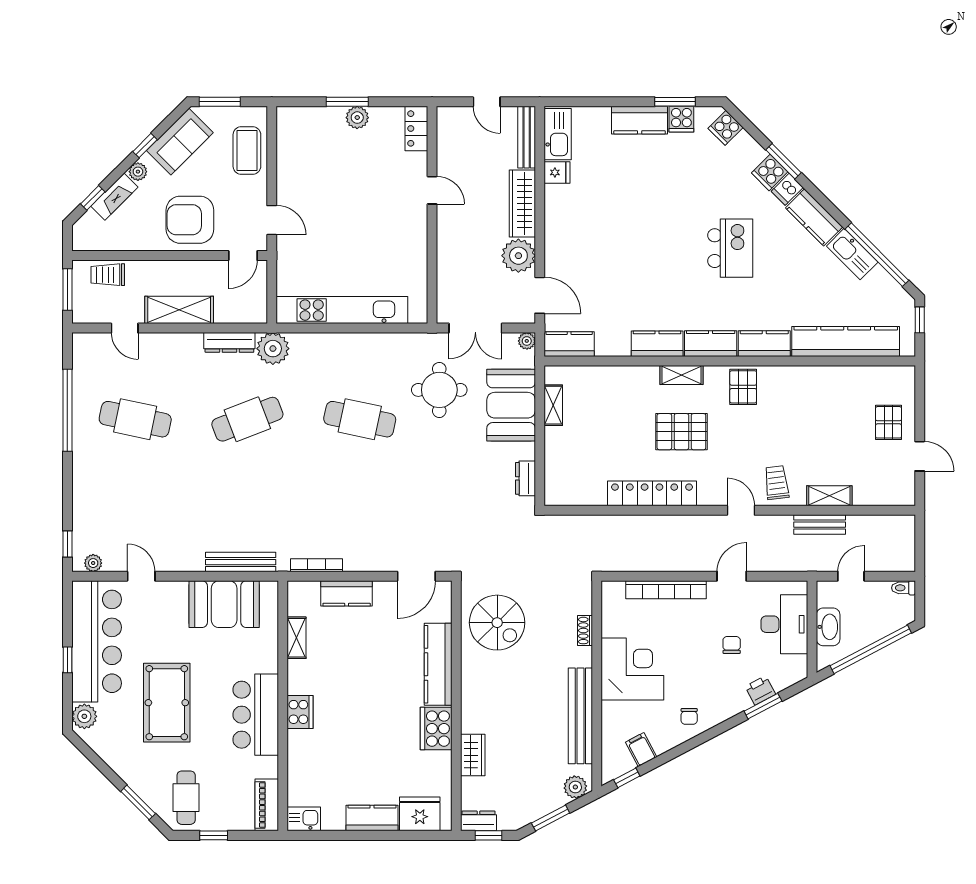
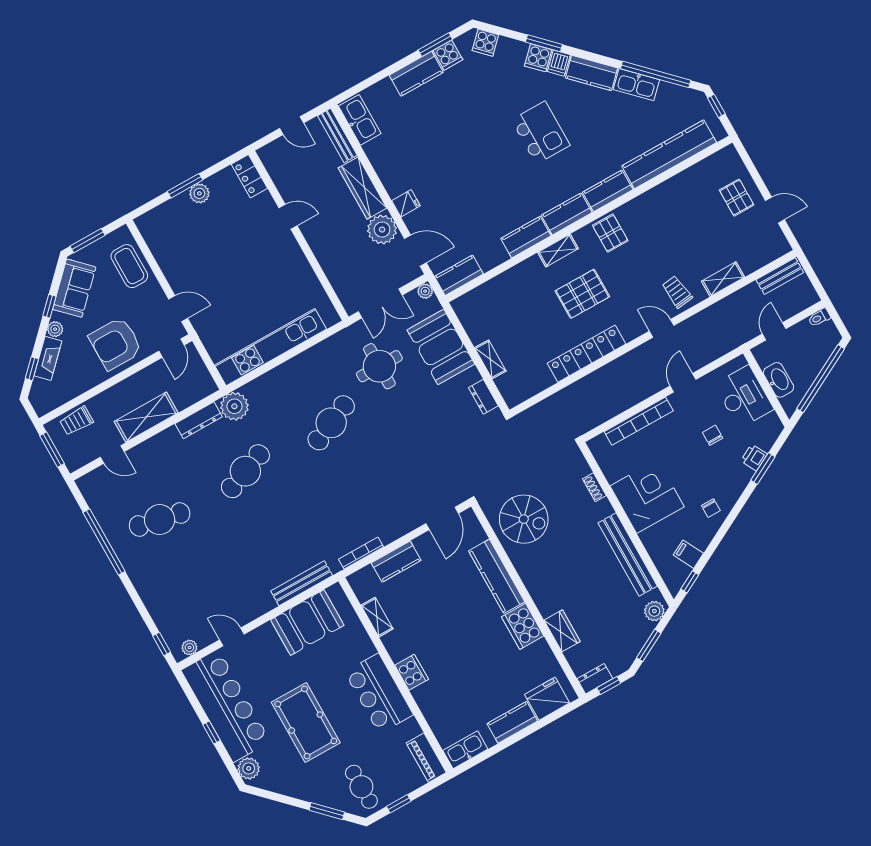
fridge: (557, 172) -> (406, 203), moved
shelving: (553, 405) -> (490, 359), moved
cafe table: (360, 419) -> (331, 423), turned -36
bench: (820, 525) -> (780, 276), moved
kitchen sink: (304, 819) -> (465, 750), width x1.38

